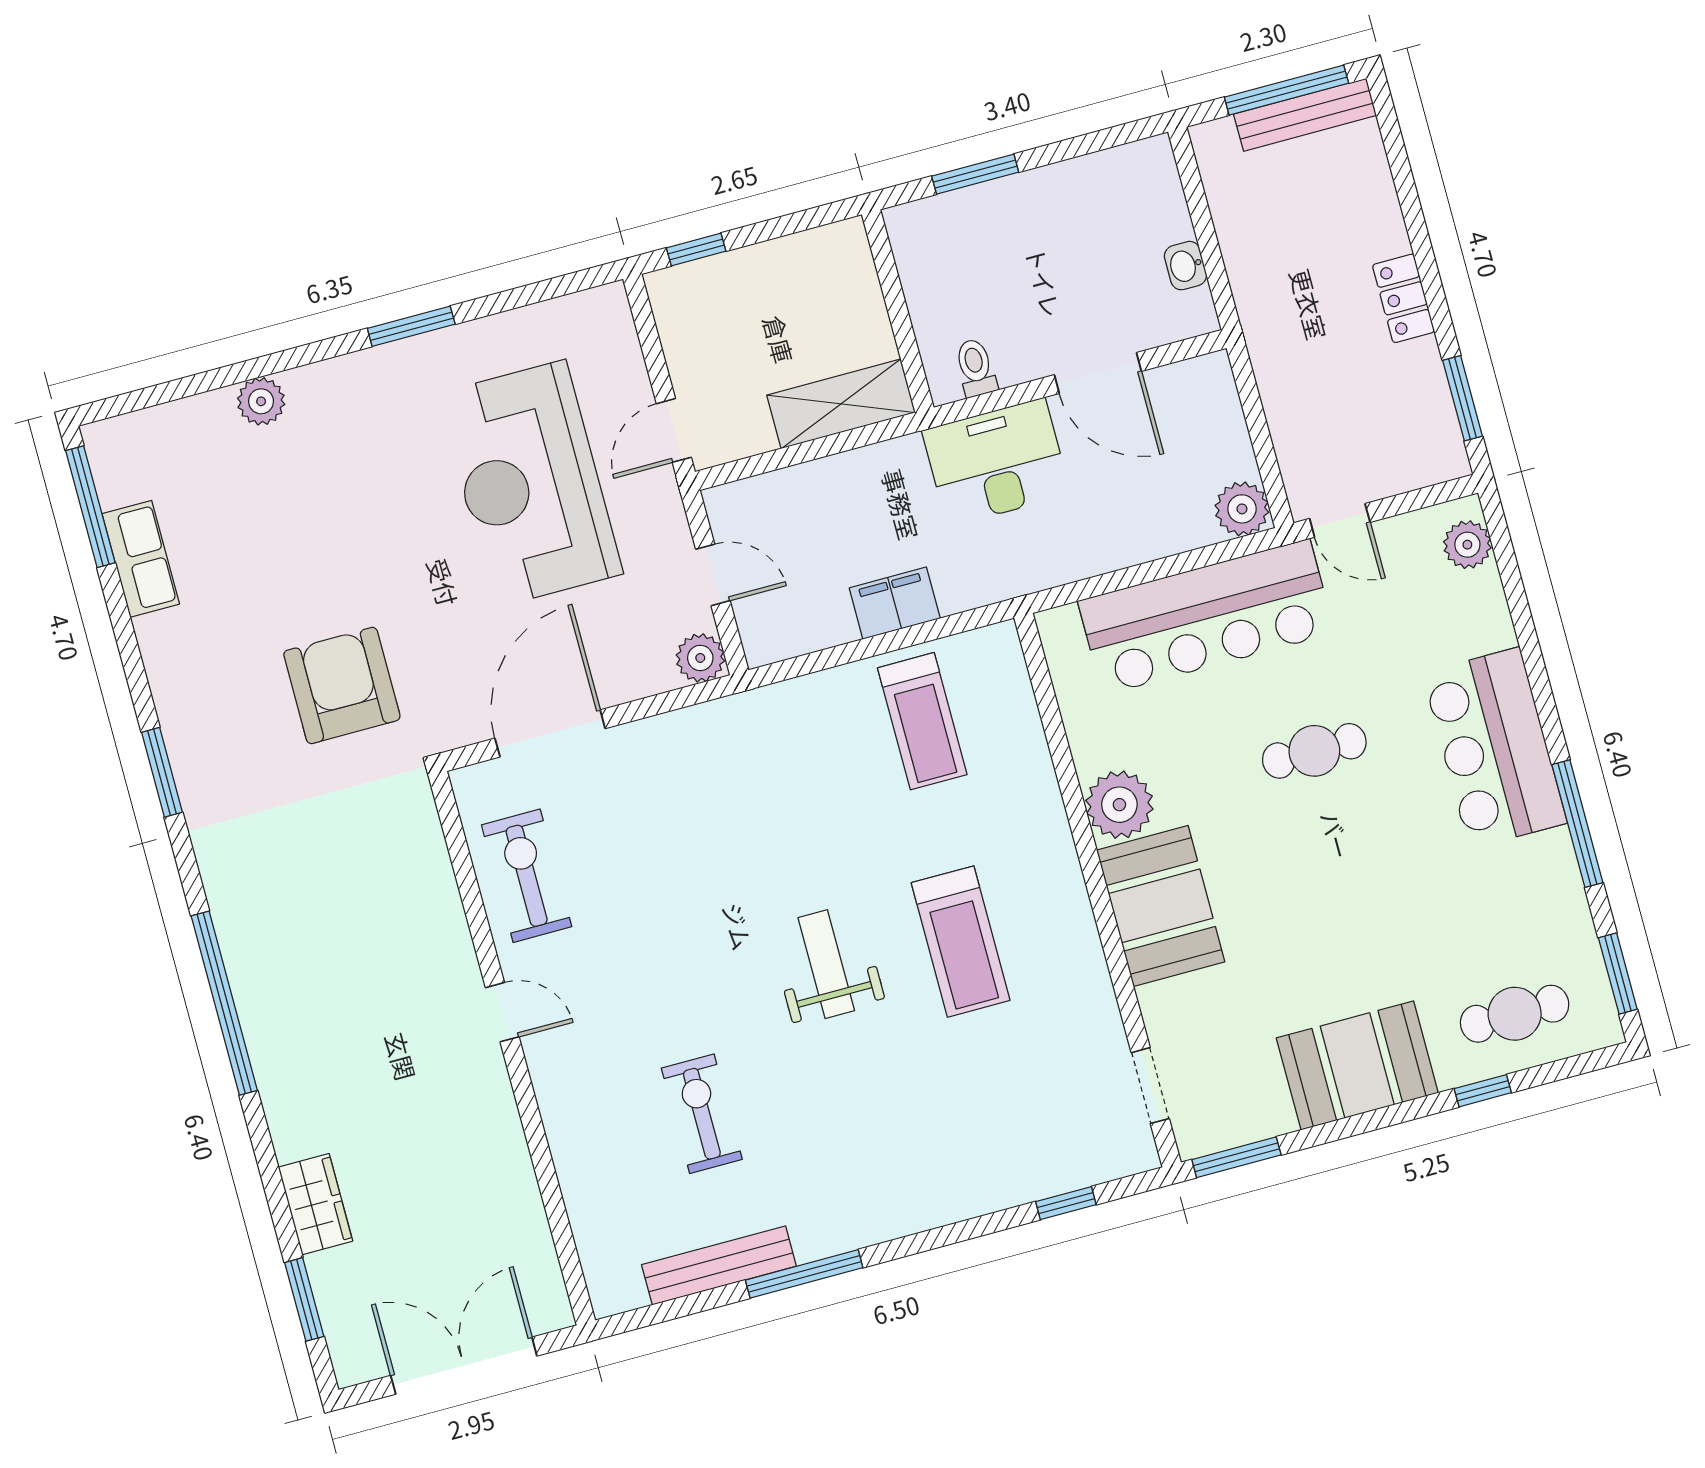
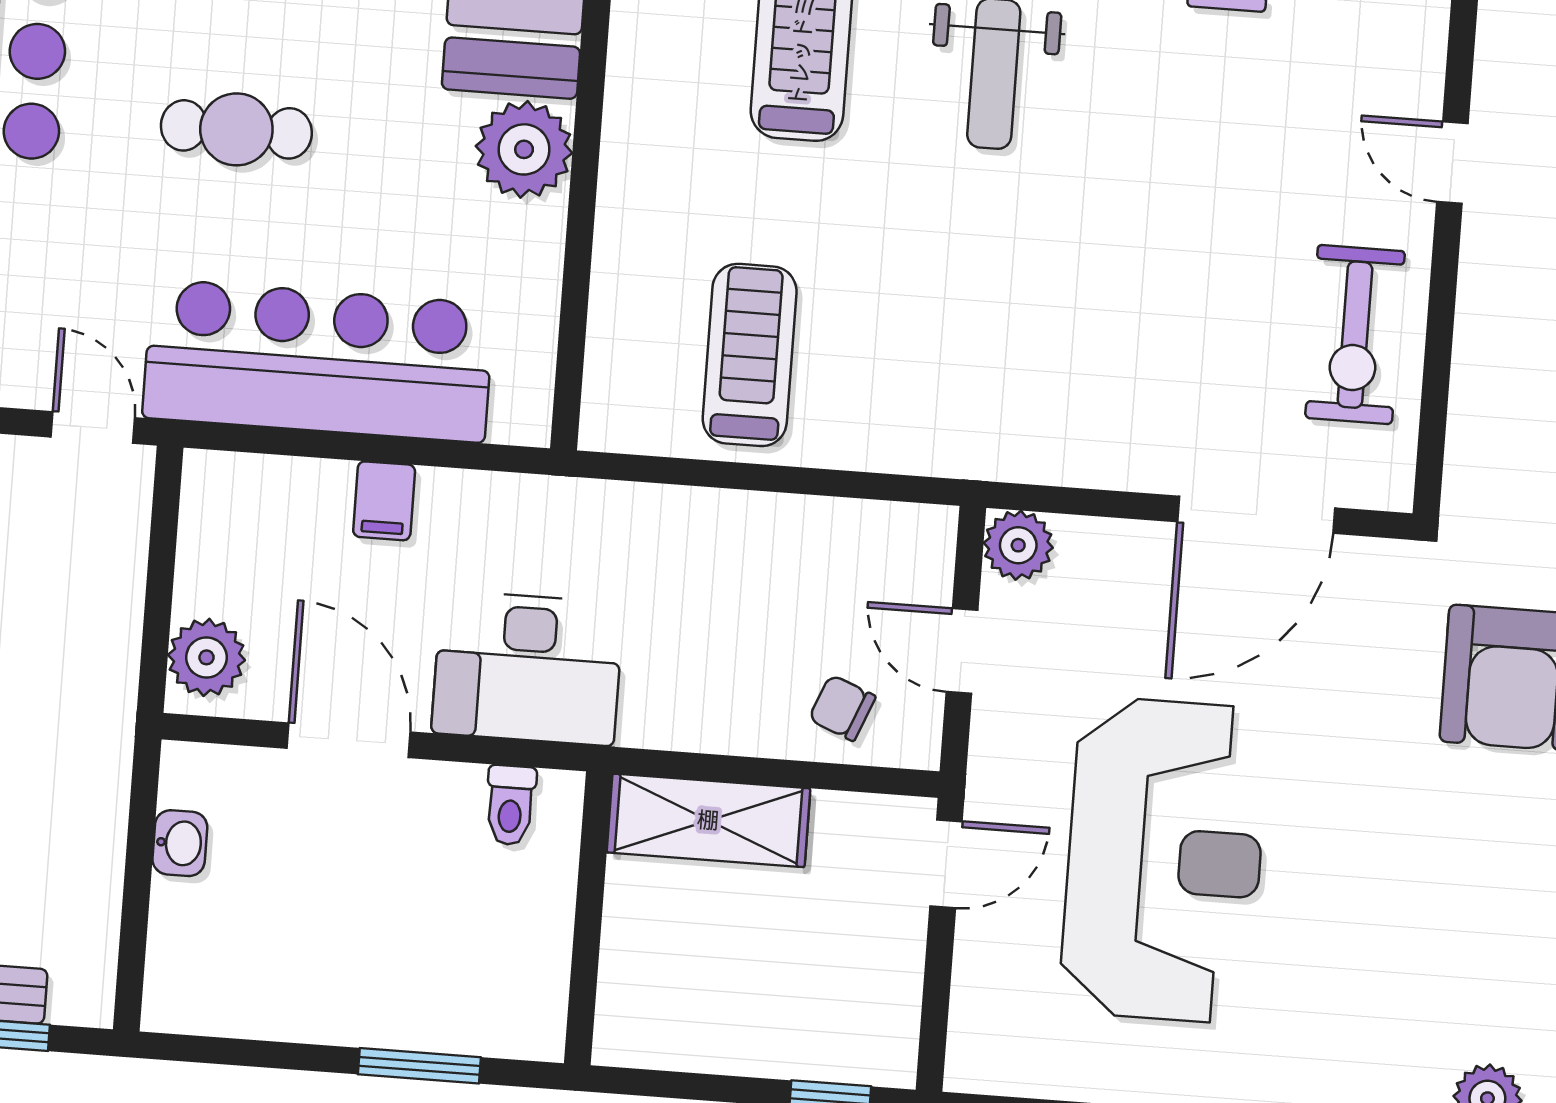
chair: (779, 509) -> (842, 708), added
plant: (1242, 509) -> (206, 657), moved
filing cabinet: (895, 603) -> (384, 501), moved, width x0.50

